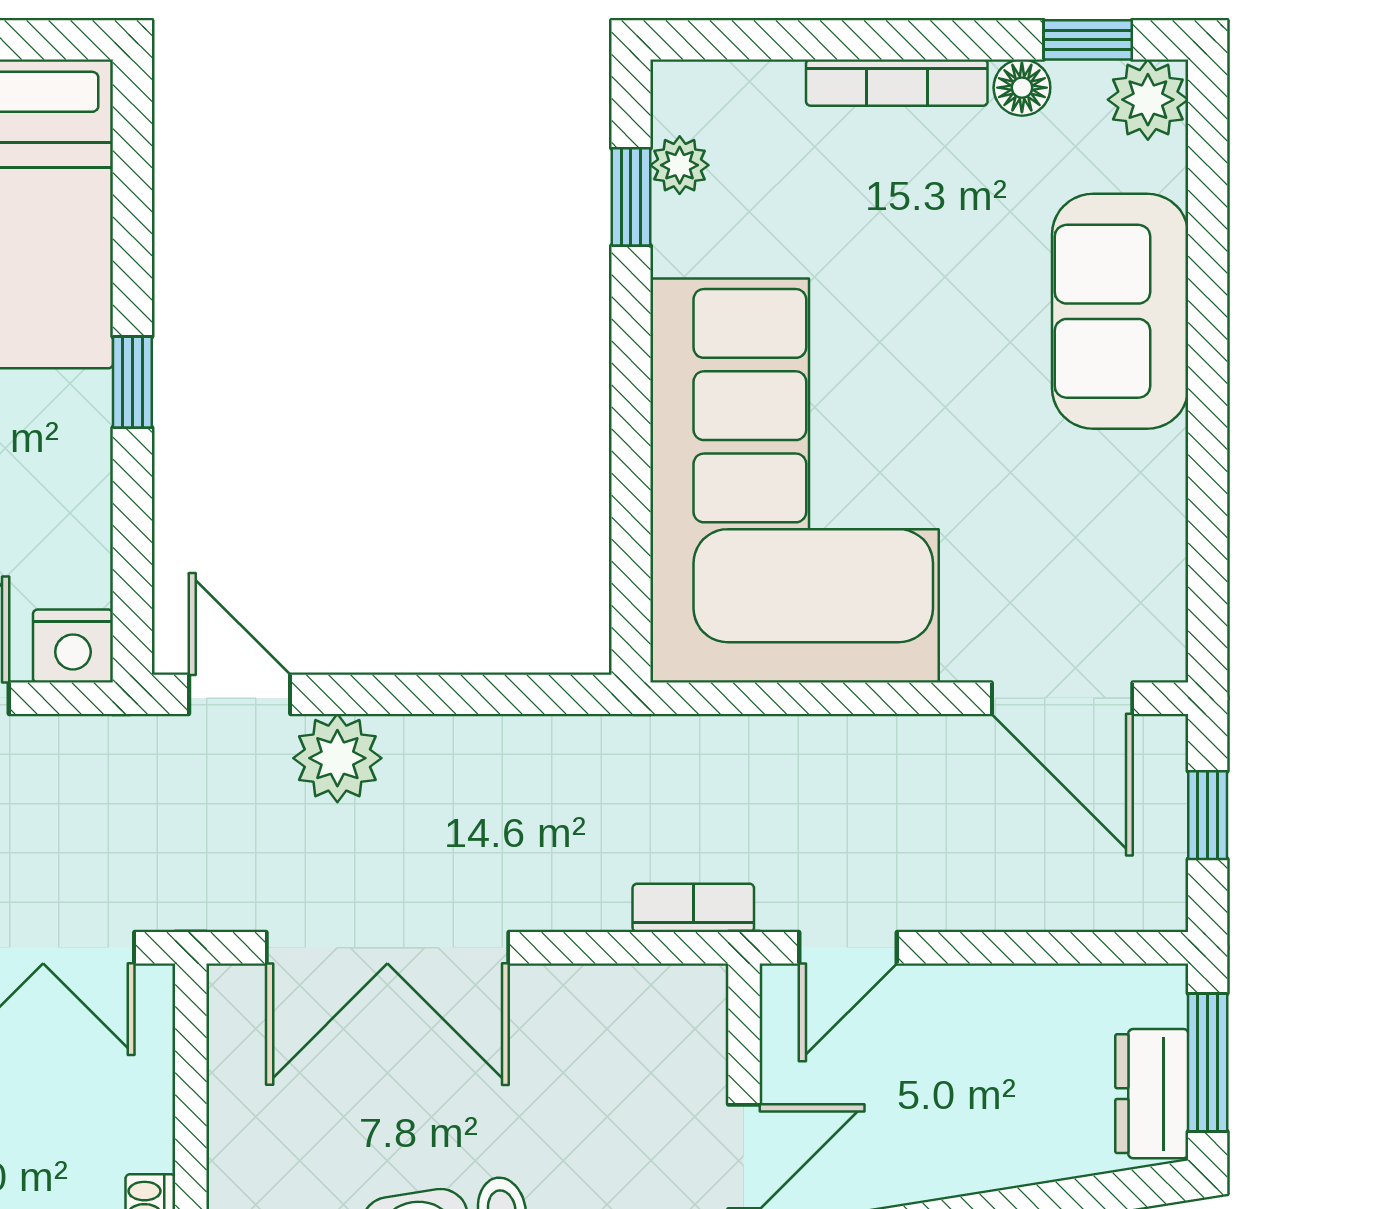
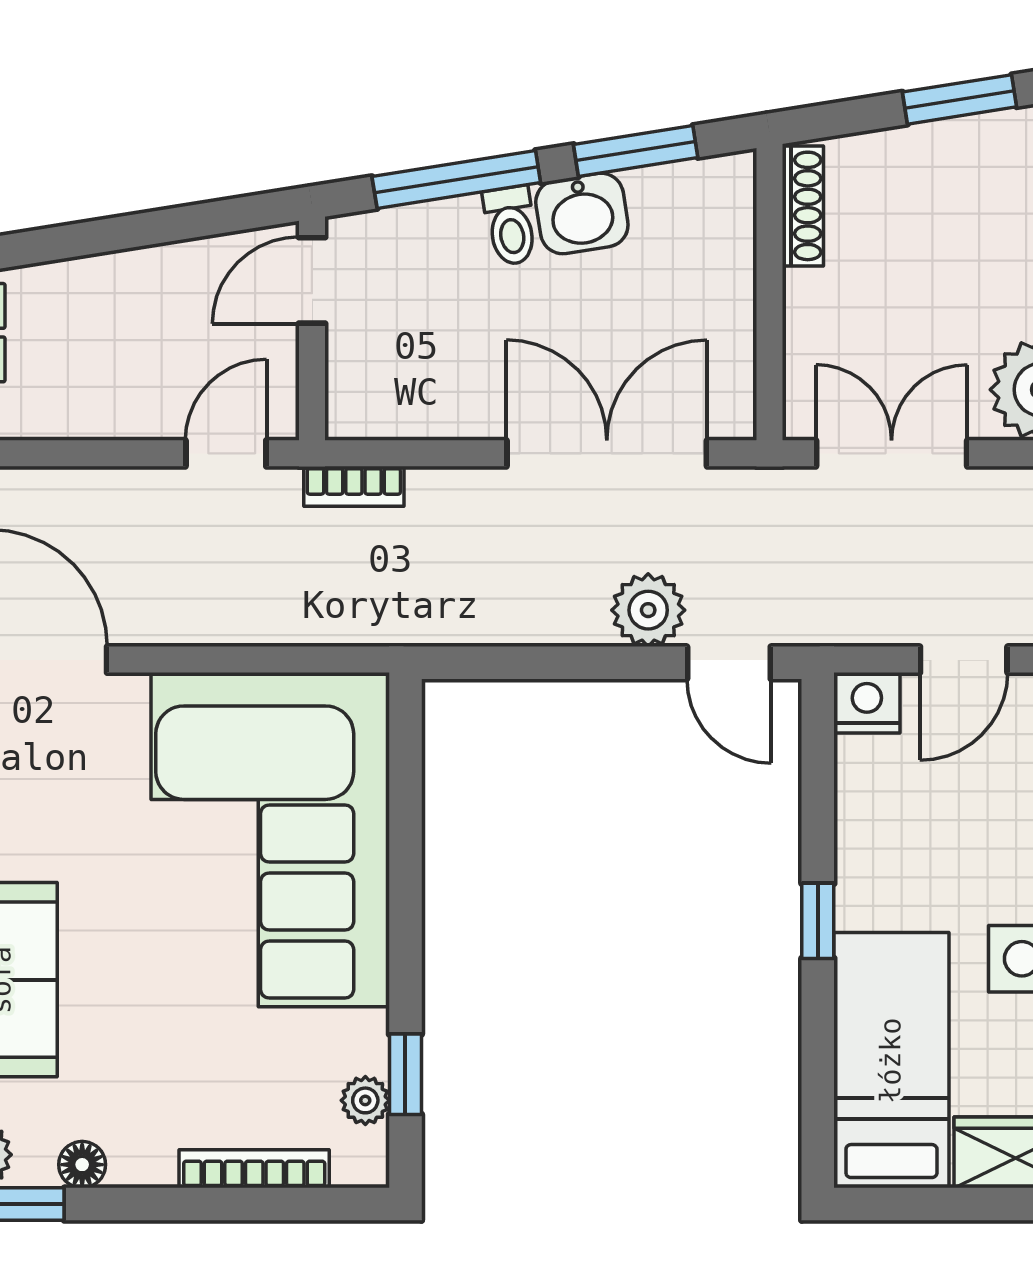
bookcase: (897, 83) -> (254, 1169), moved

